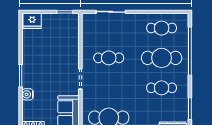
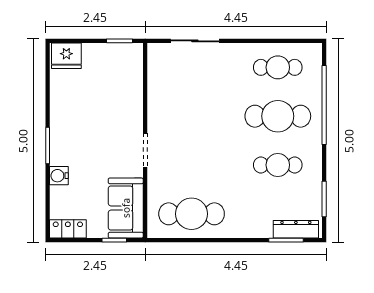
cafe table: (109, 58) -> (192, 116), removed

